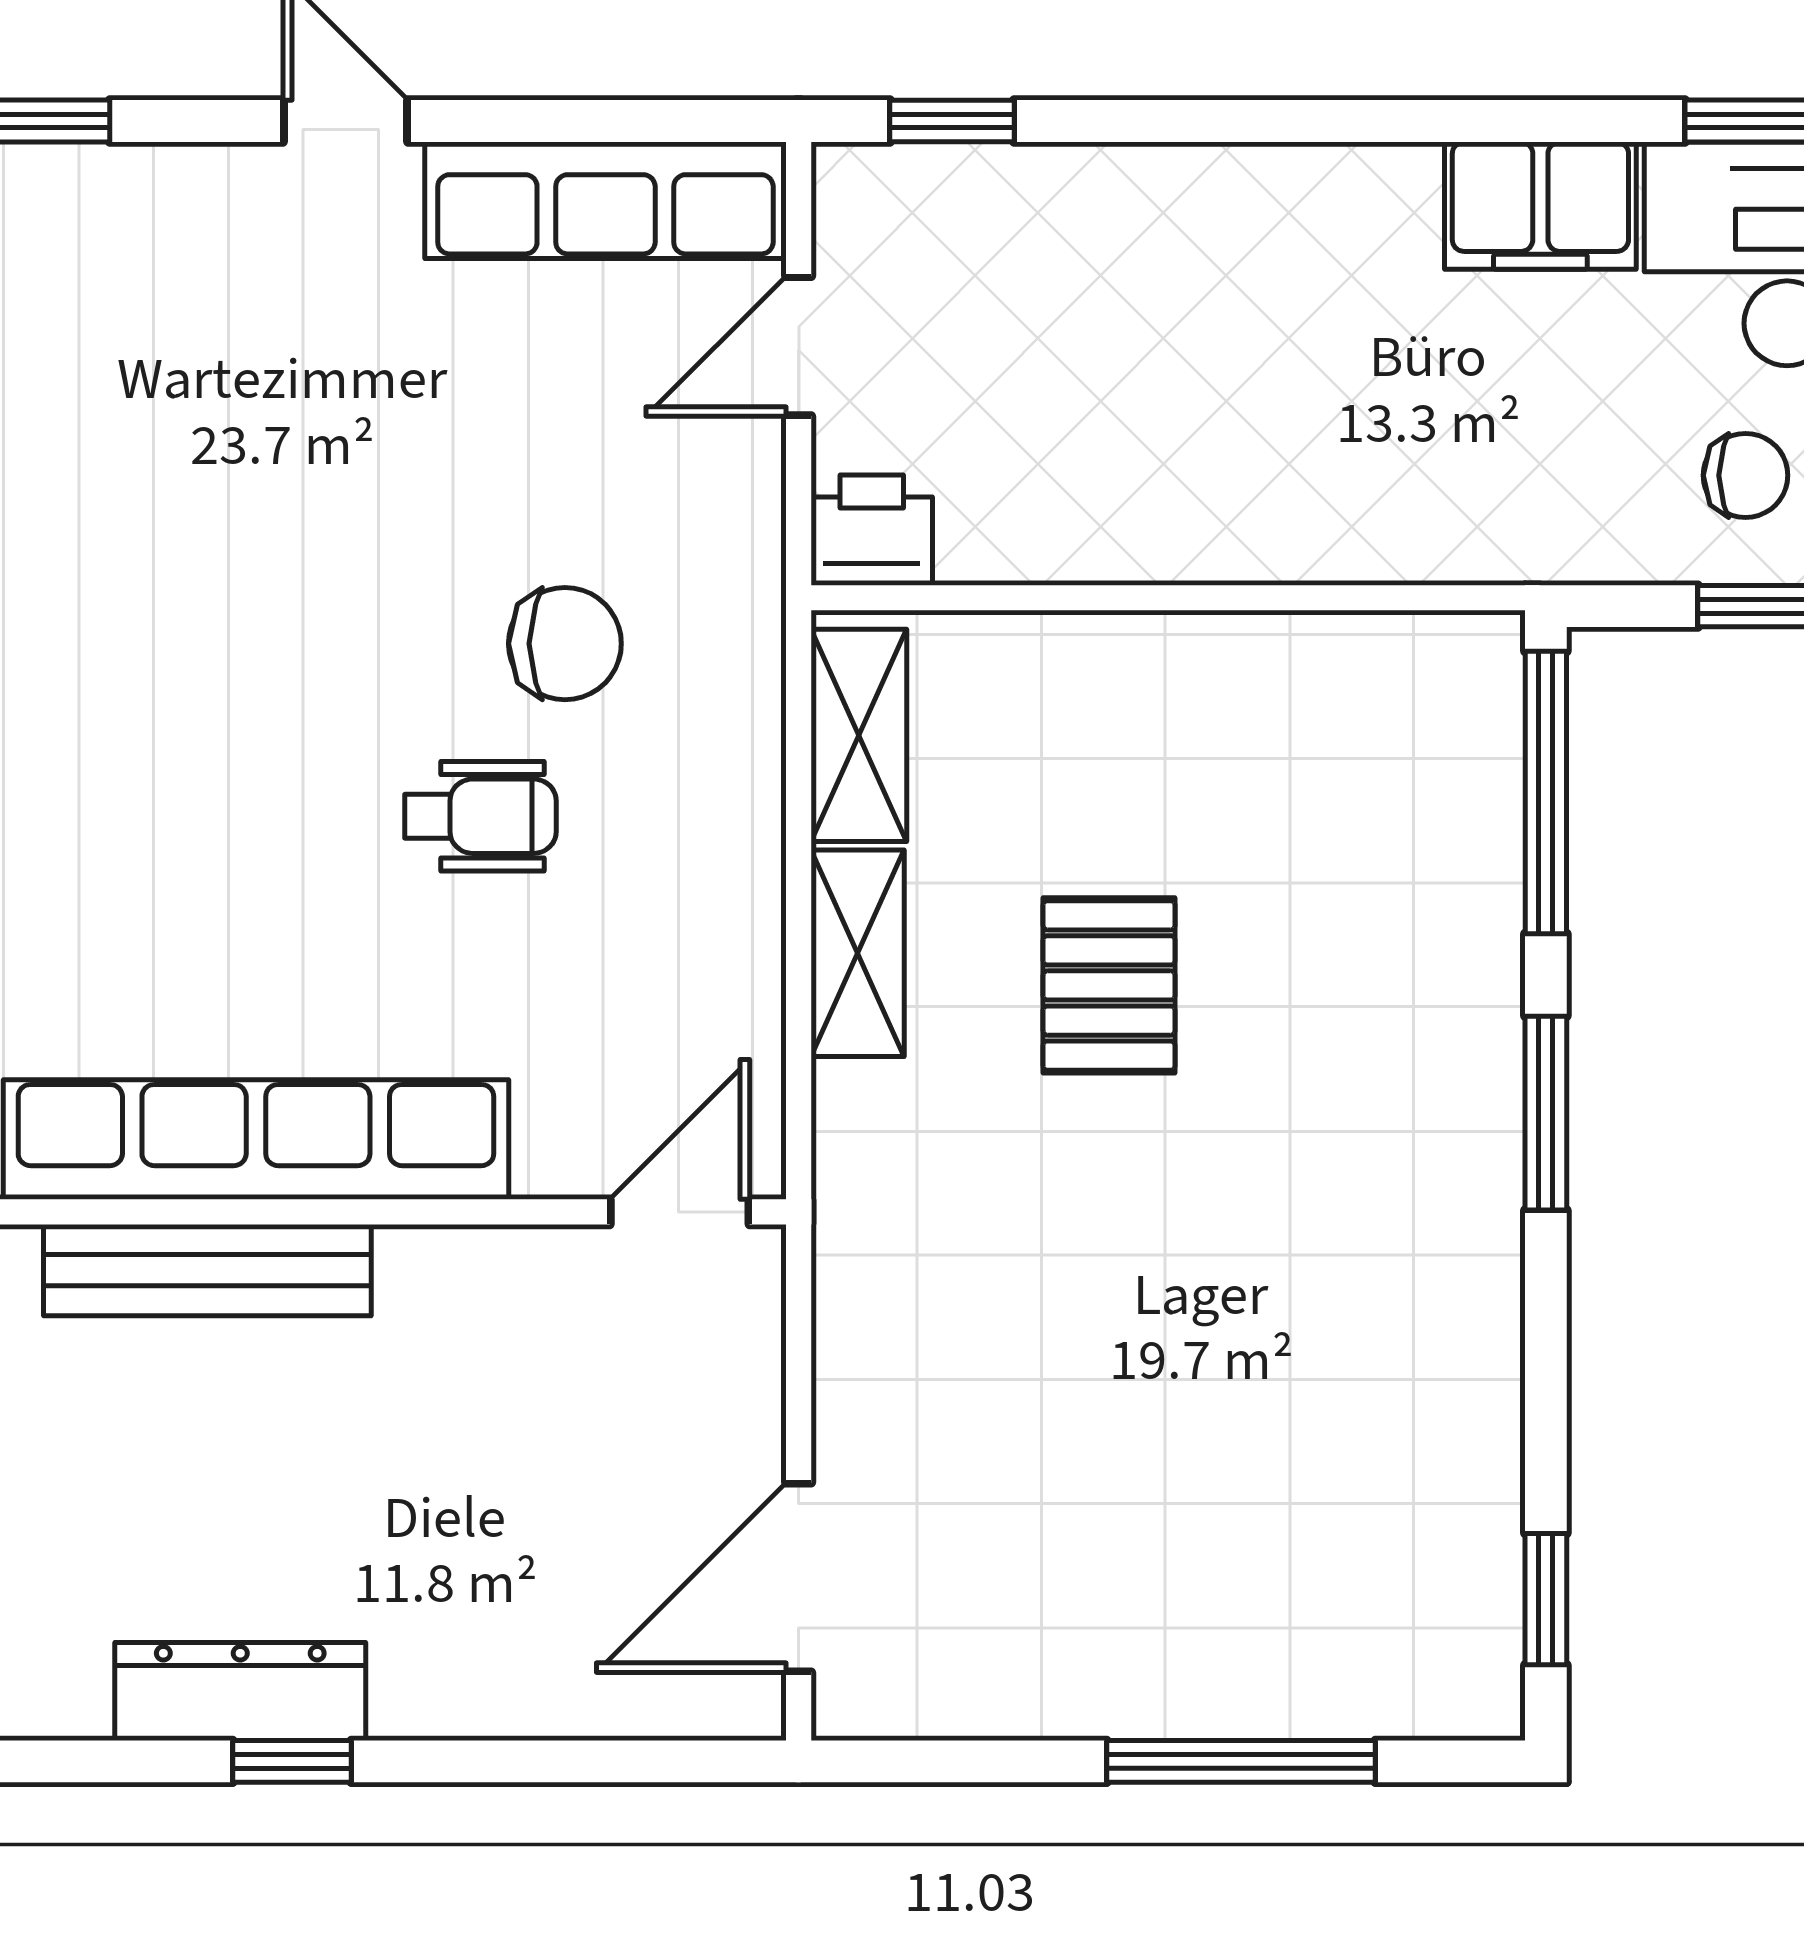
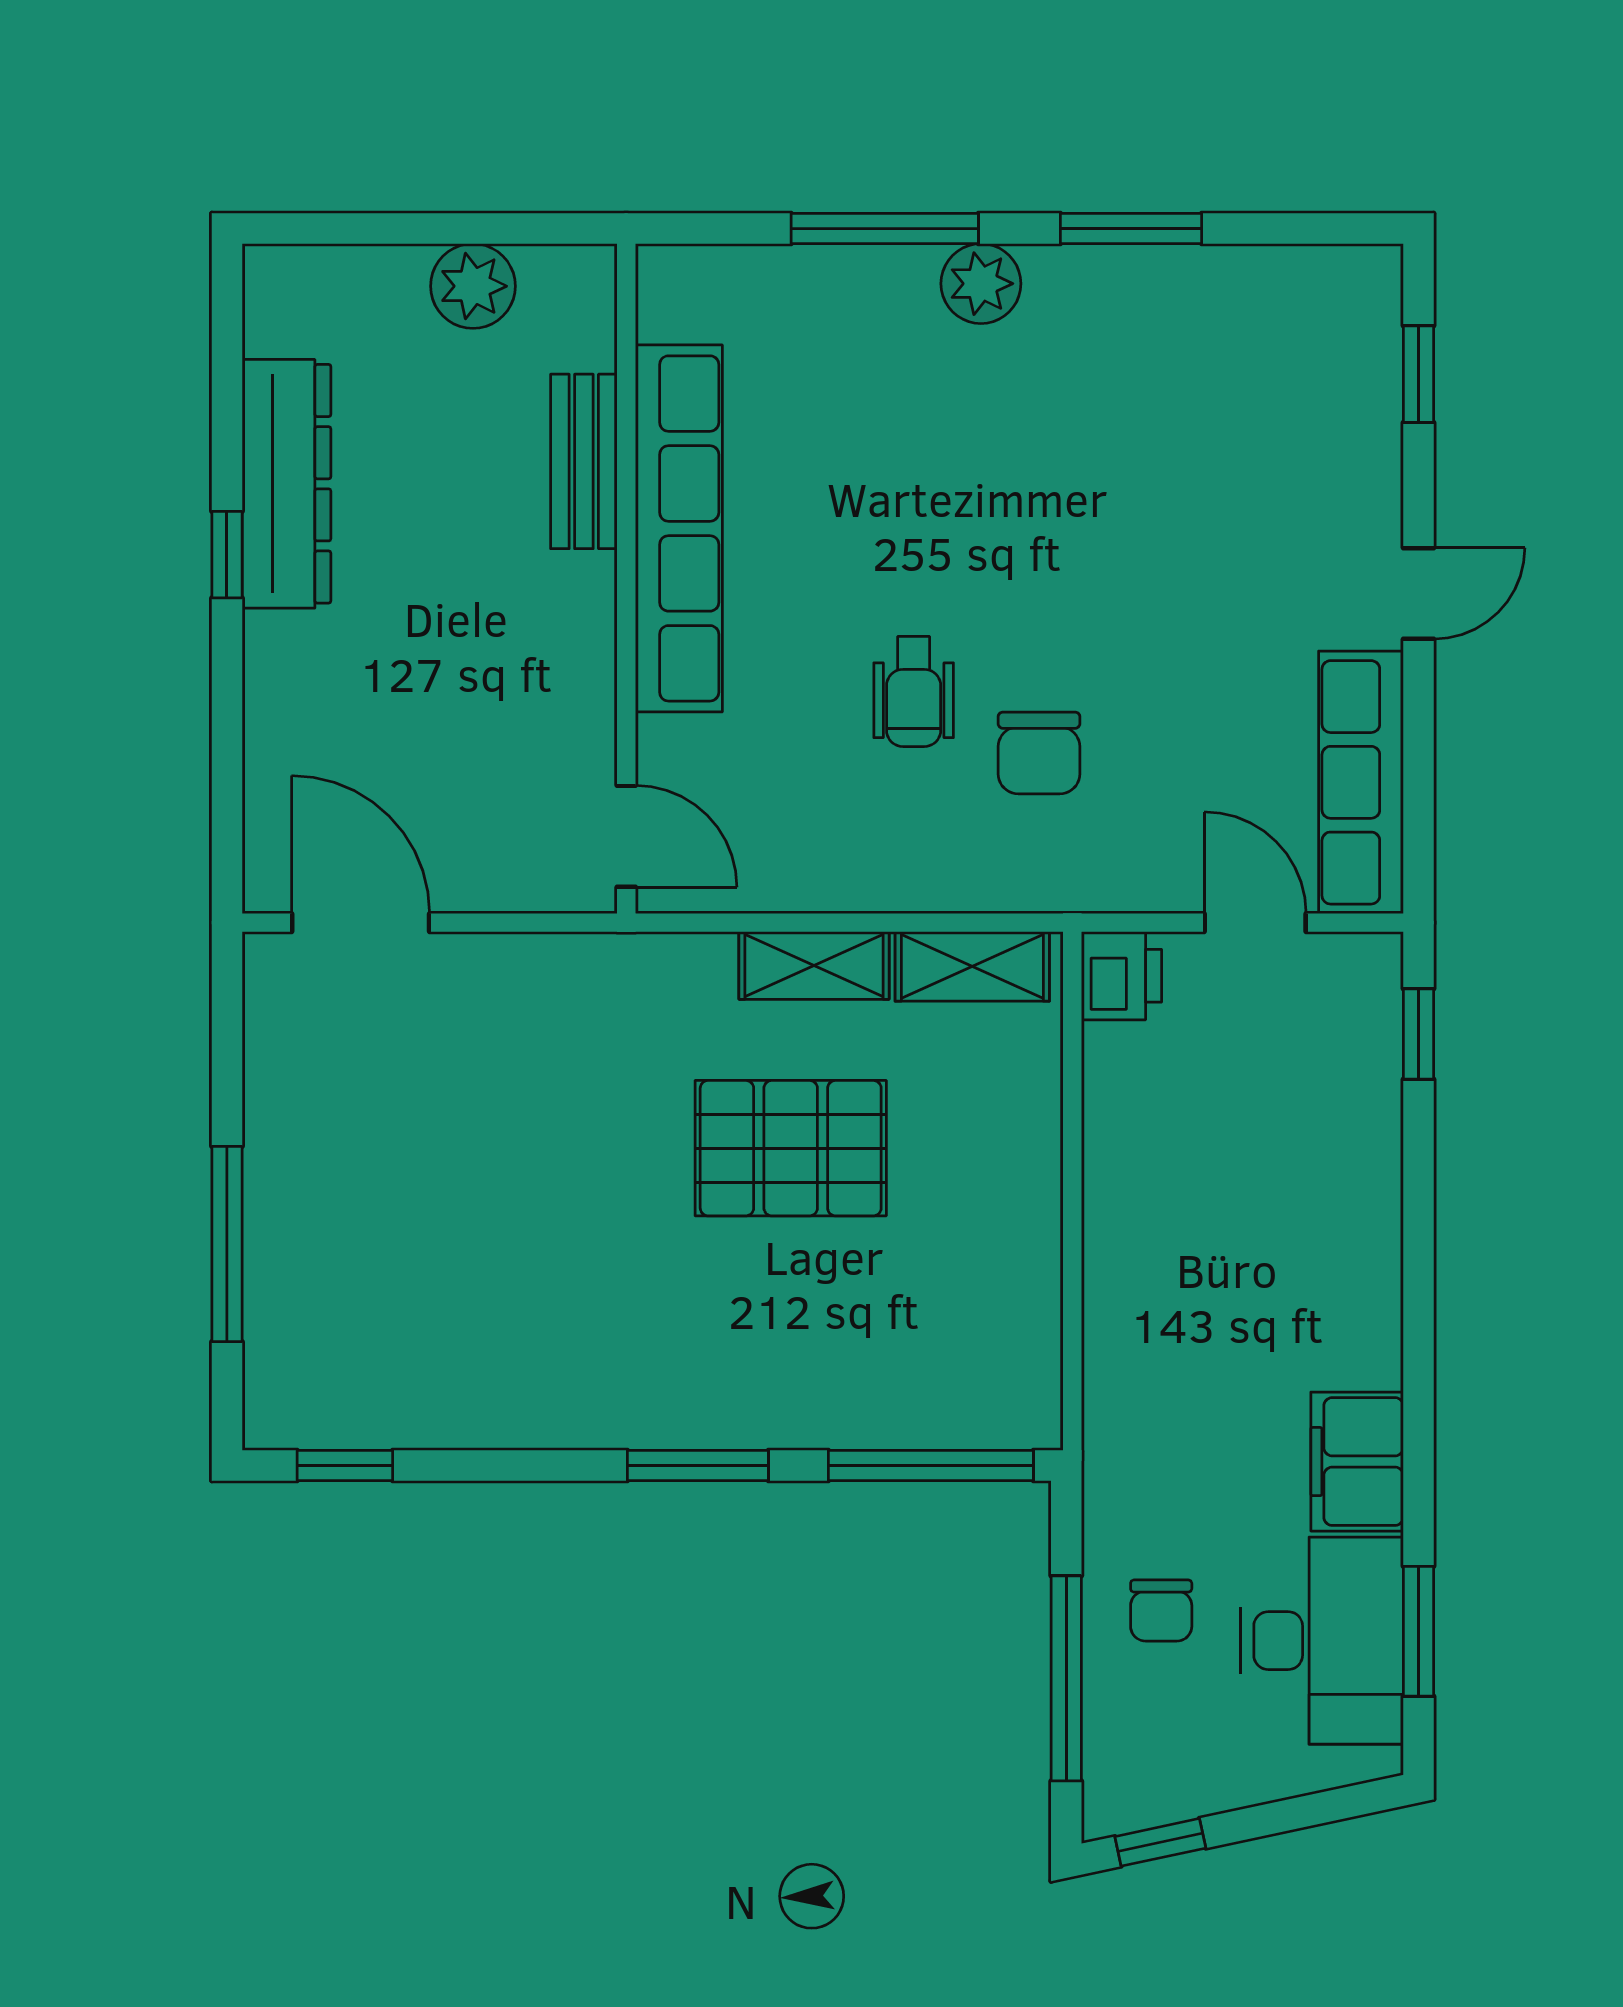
pallet: (1109, 985) -> (791, 1148), width x1.50, depth x1.42
bench: (207, 1270) -> (584, 461), width x0.73
dresser: (240, 1692) -> (286, 484), width x1.37, depth x1.24

